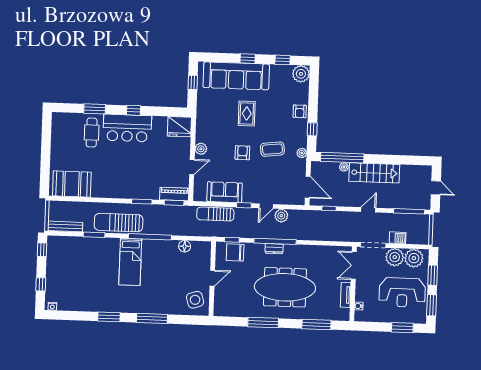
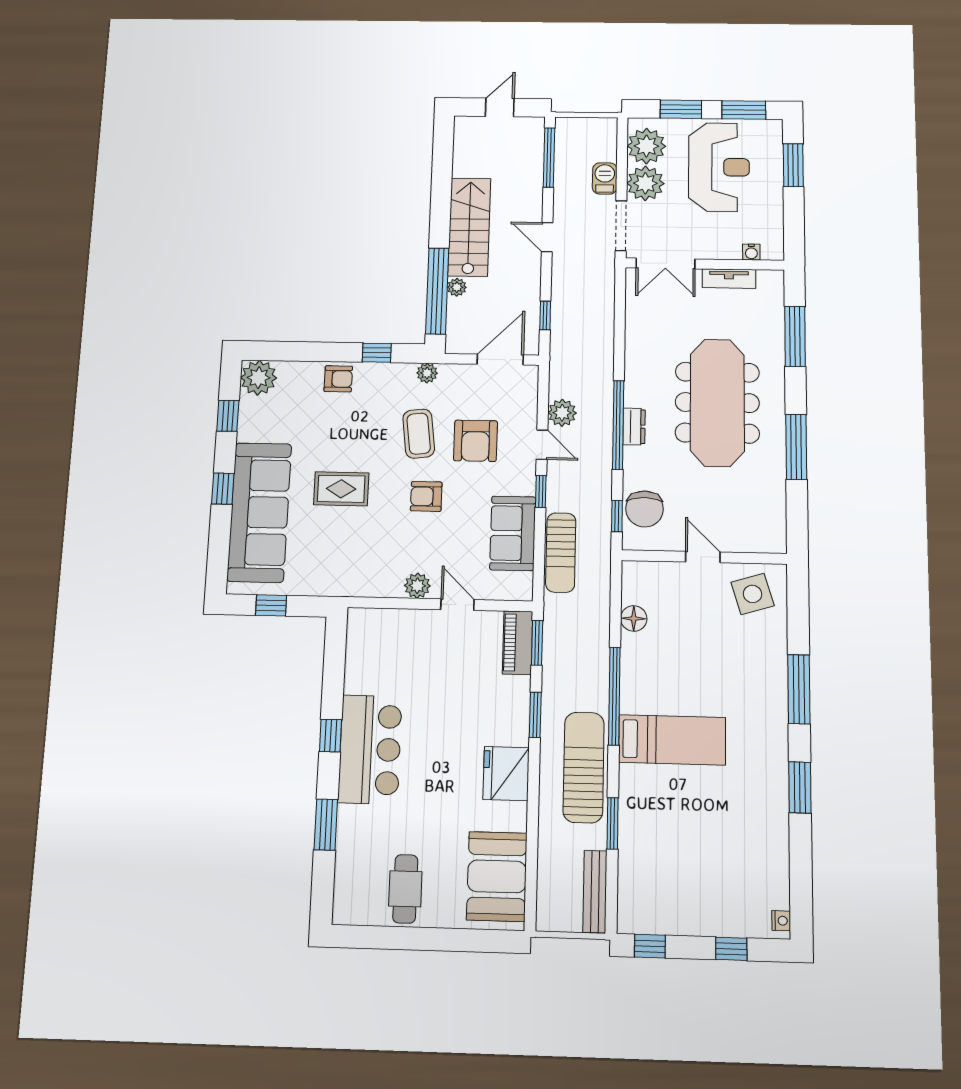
fridge: (179, 127) -> (506, 774), moved, turned 180
cafe table: (92, 133) -> (405, 889), moved, turned 90
armchair: (269, 175) -> (476, 441), added
sun lounger: (119, 223) -> (584, 767), turned 180

